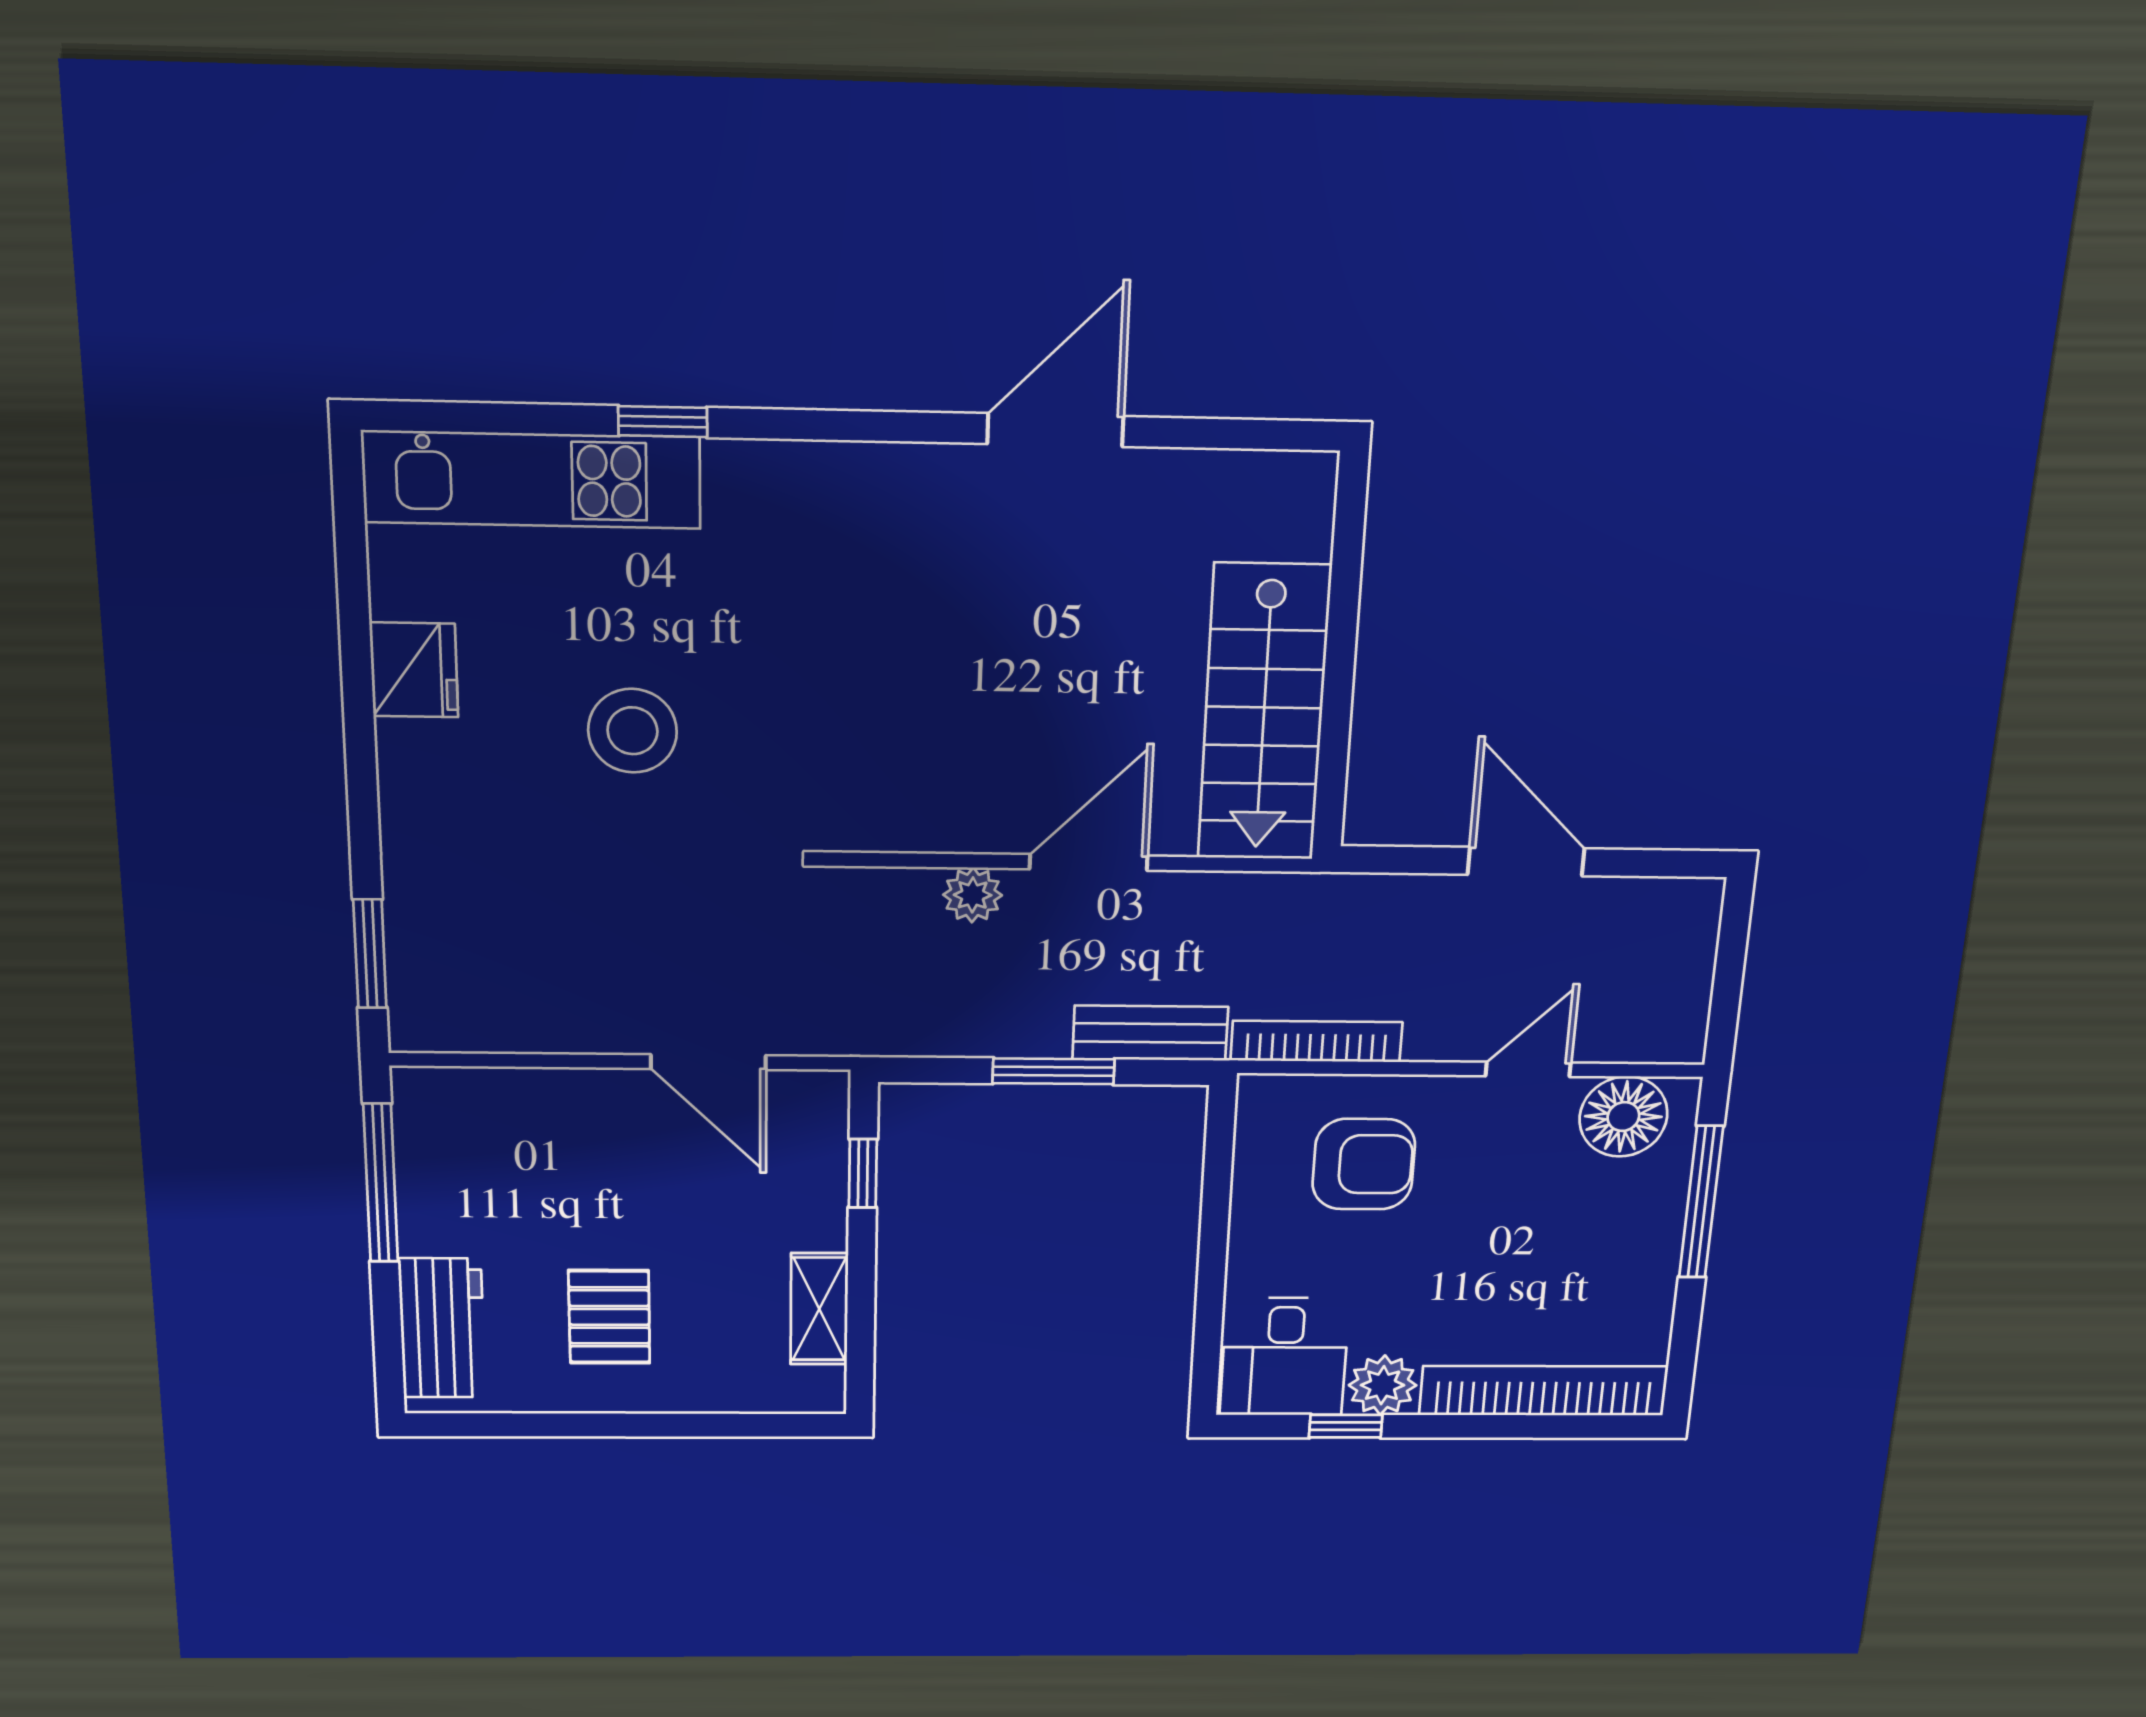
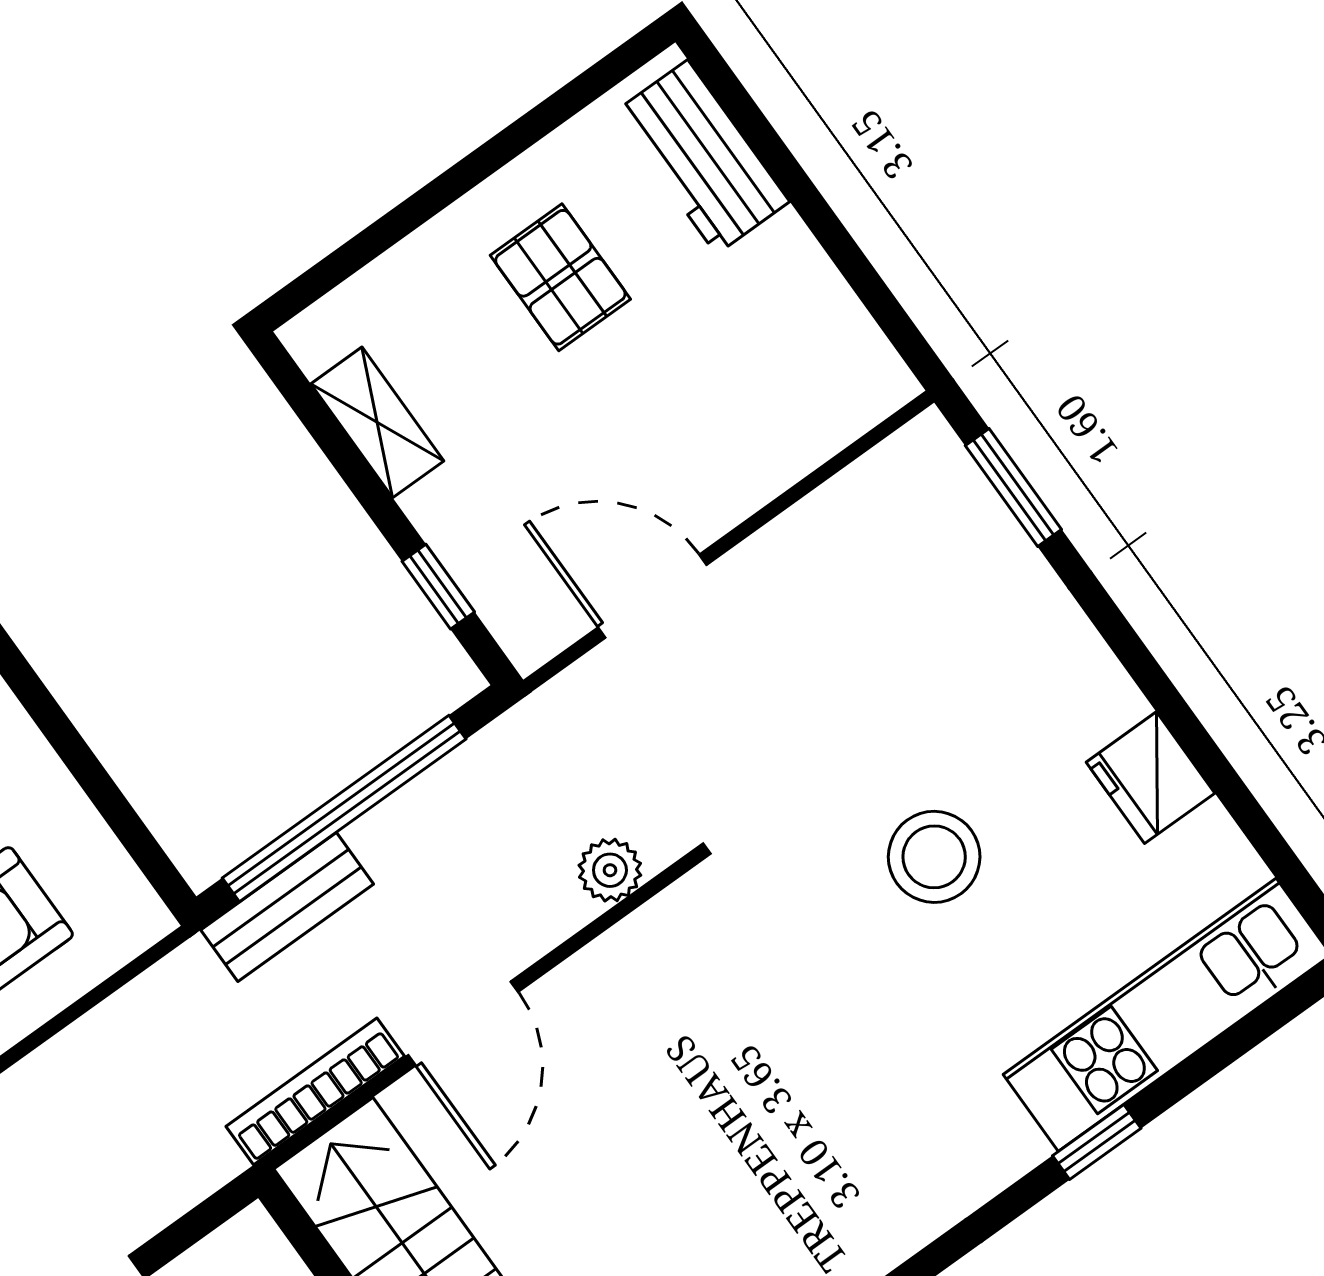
plant: (973, 895) -> (610, 870), moved
bookcase: (1316, 1041) -> (315, 1091), moved, turned 180
window: (1053, 1071) -> (344, 809), width x2.11
window: (381, 1183) -> (855, 268), removed

